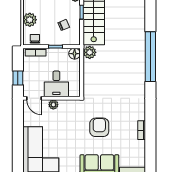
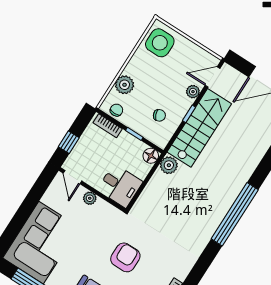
desk: (56, 84) -> (120, 186), moved, turned -90

